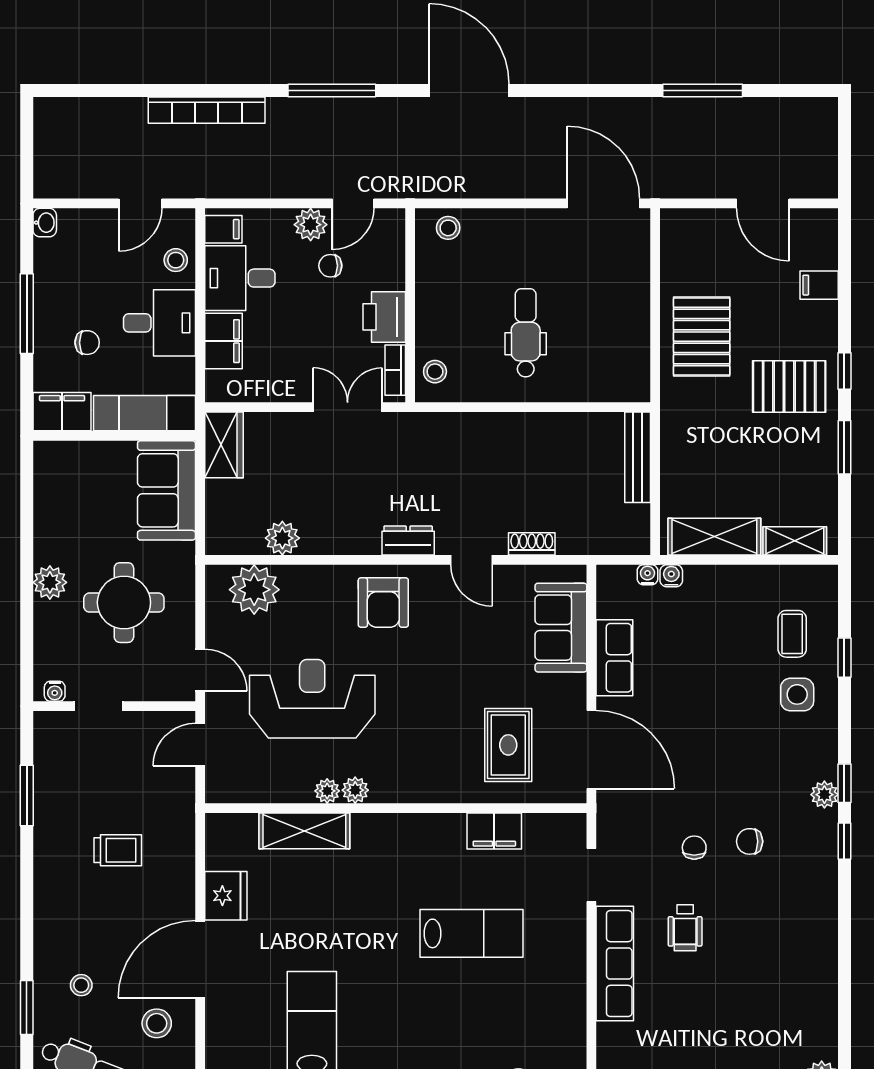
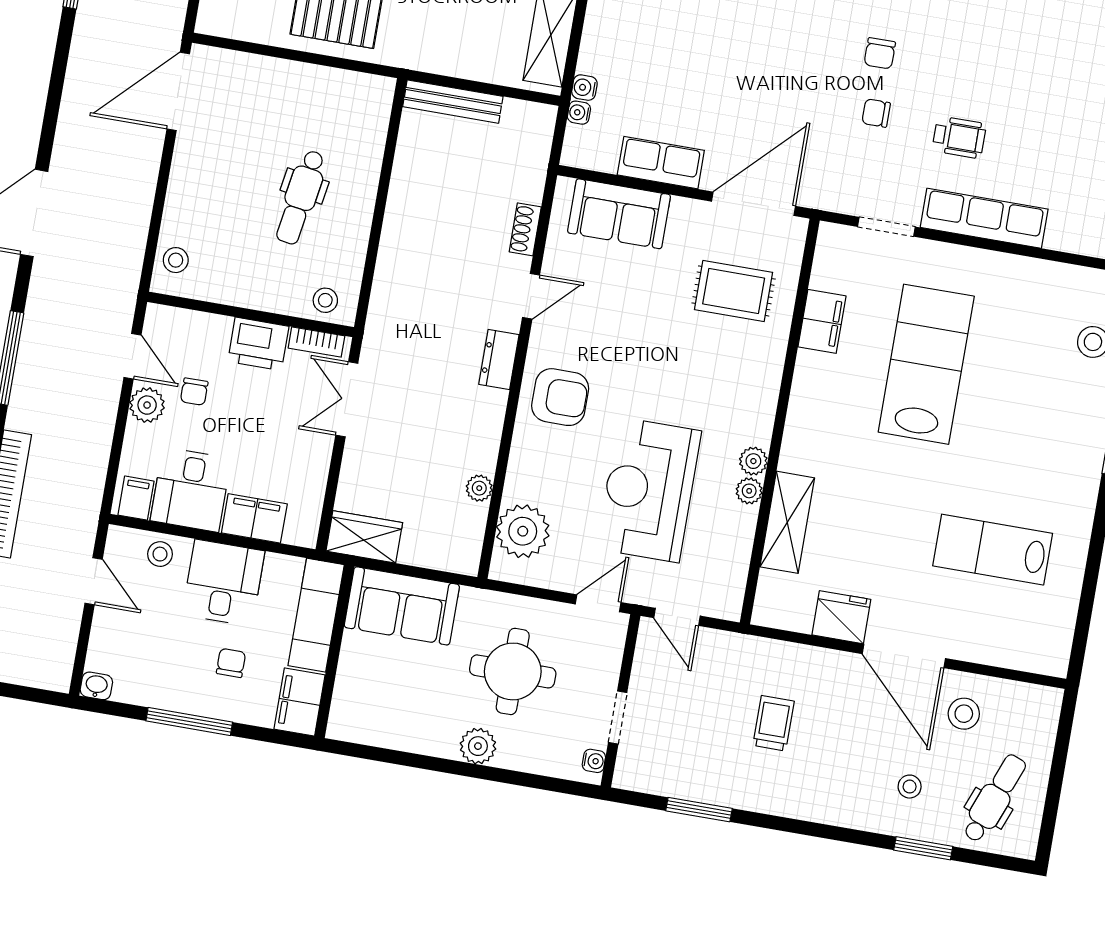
dental chair: (526, 333) -> (301, 197), turned -81
plant: (282, 538) -> (479, 488), width x0.73, depth x0.73
lab bench: (472, 933) -> (926, 364), width x1.36, depth x1.39

